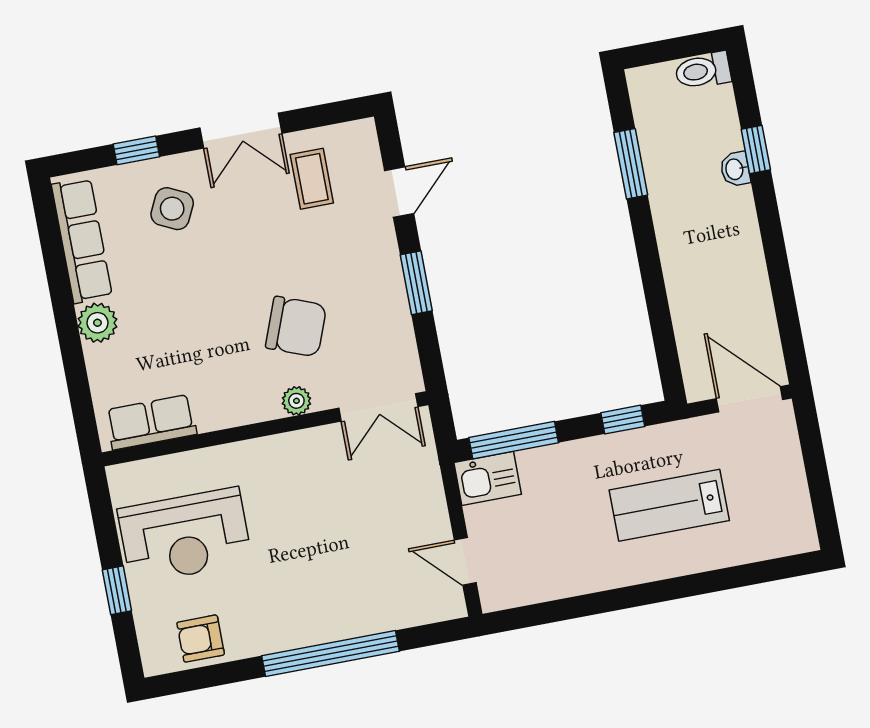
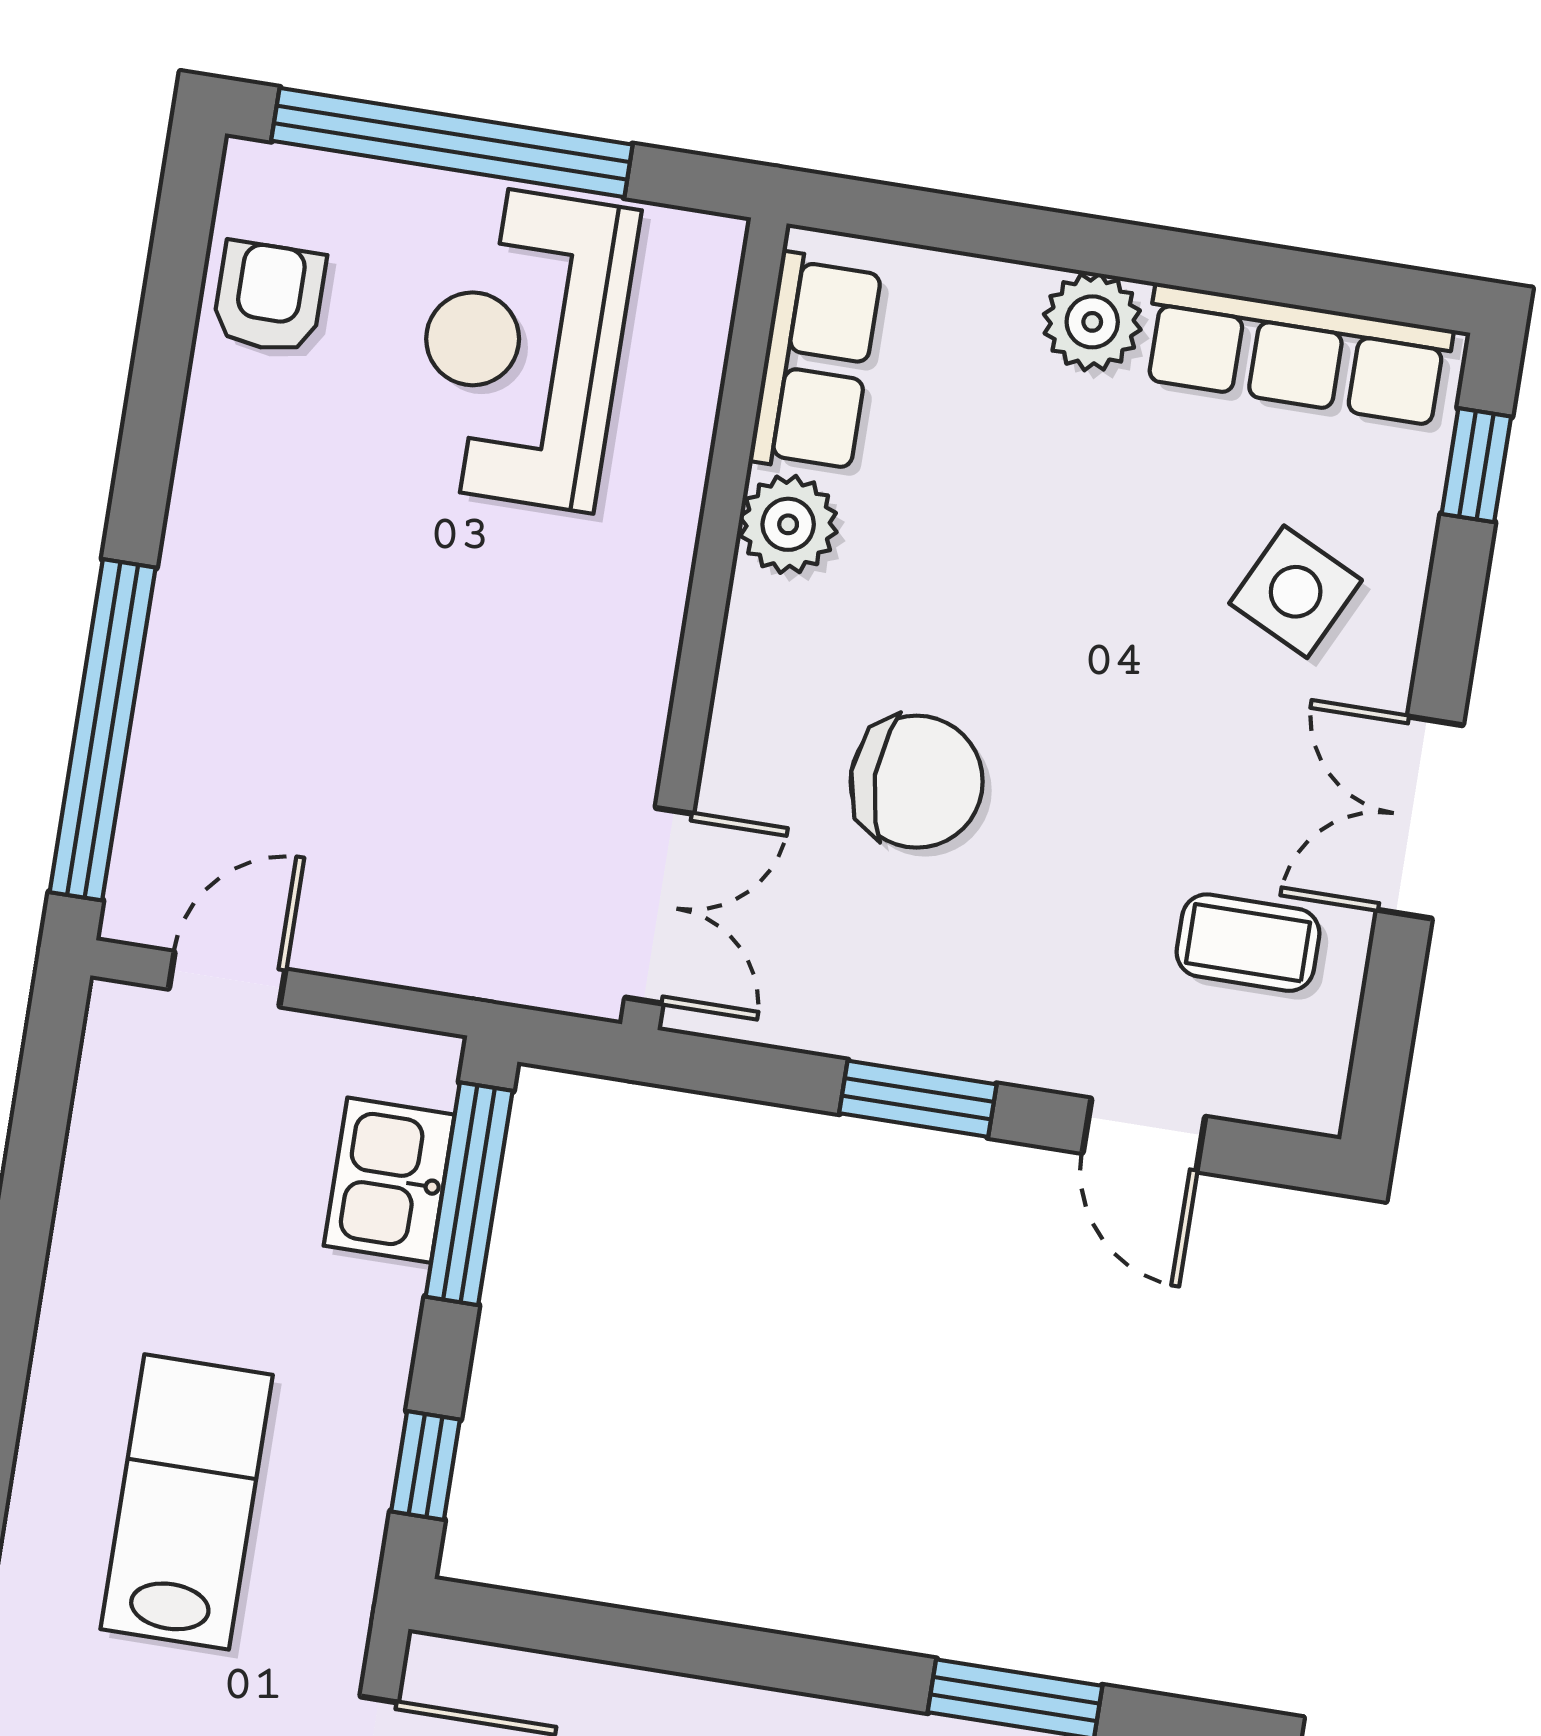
window: (136, 150) -> (1476, 465), moved
chair: (296, 327) -> (917, 782), turned -111
plant: (296, 401) -> (788, 524), moved, width x1.38, depth x1.38
double door: (378, 407) -> (659, 906), swing flipped
kitchen sink: (488, 478) -> (389, 1180), moved
window: (117, 590) -> (452, 143), width x3.17
window: (330, 653) -> (103, 730), moved

